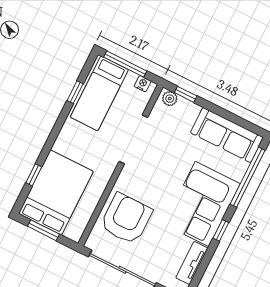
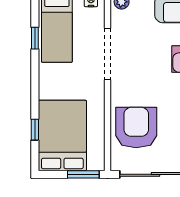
window: (43, 230) -> (83, 174), moved

